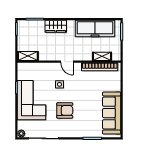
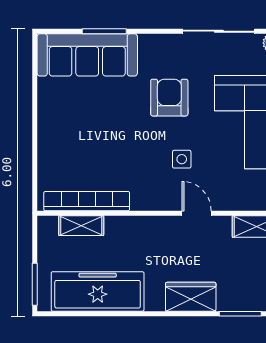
door: (67, 62) -> (197, 213), moved
armchair: (65, 110) -> (169, 98), turned 90
sofa: (112, 113) -> (87, 55), moved, turned 90

